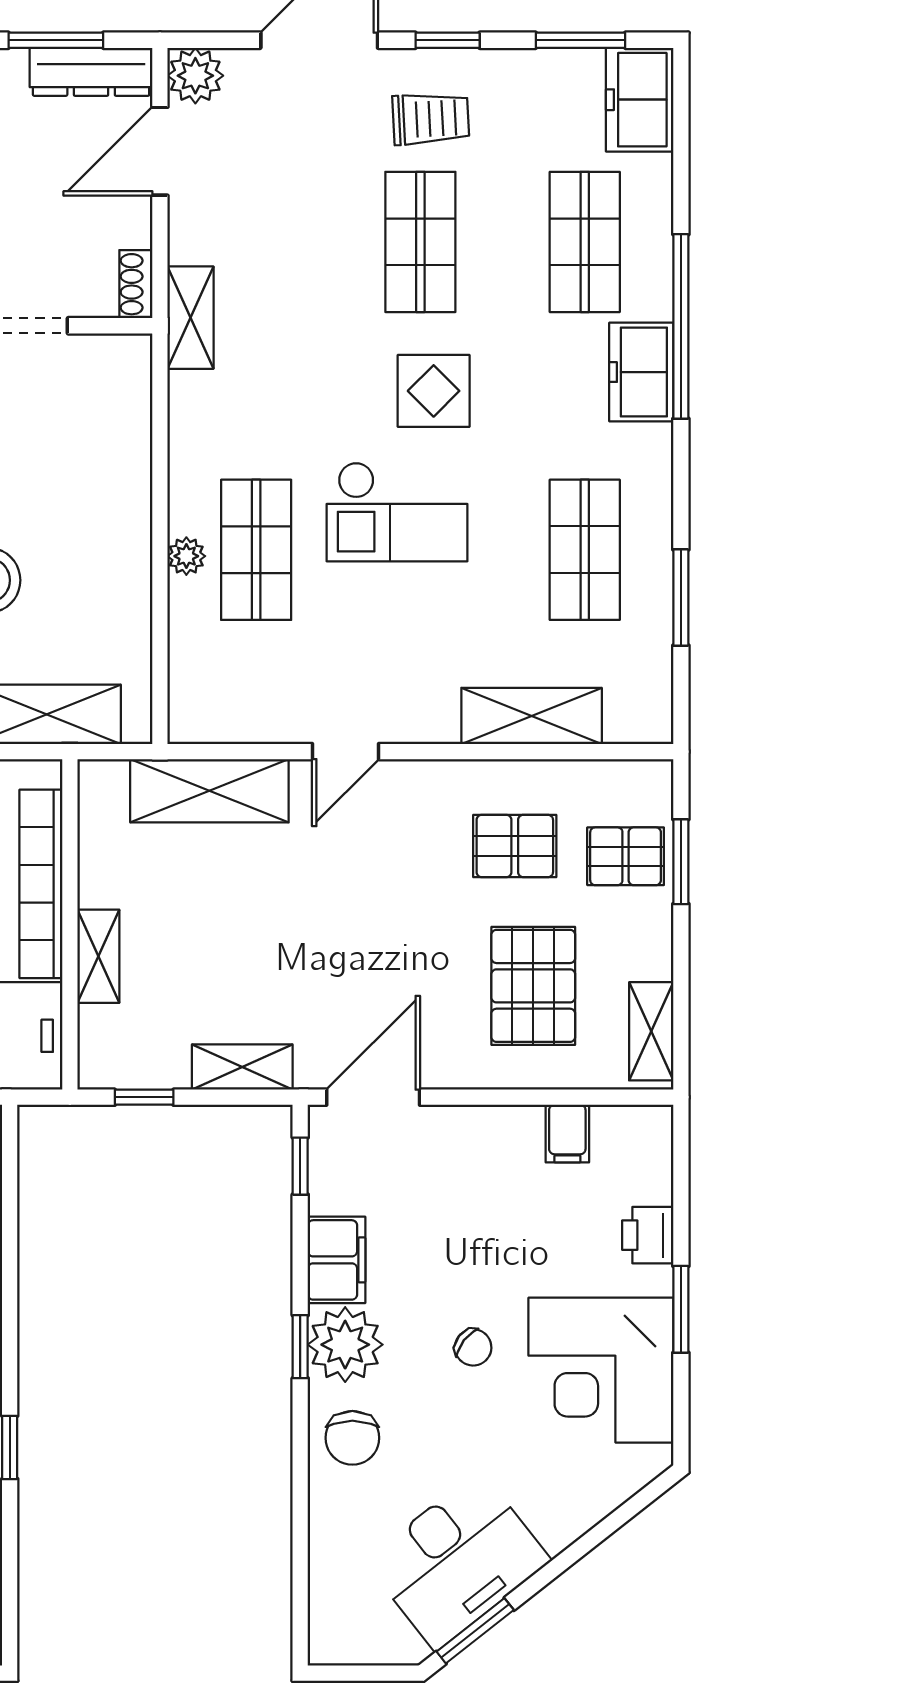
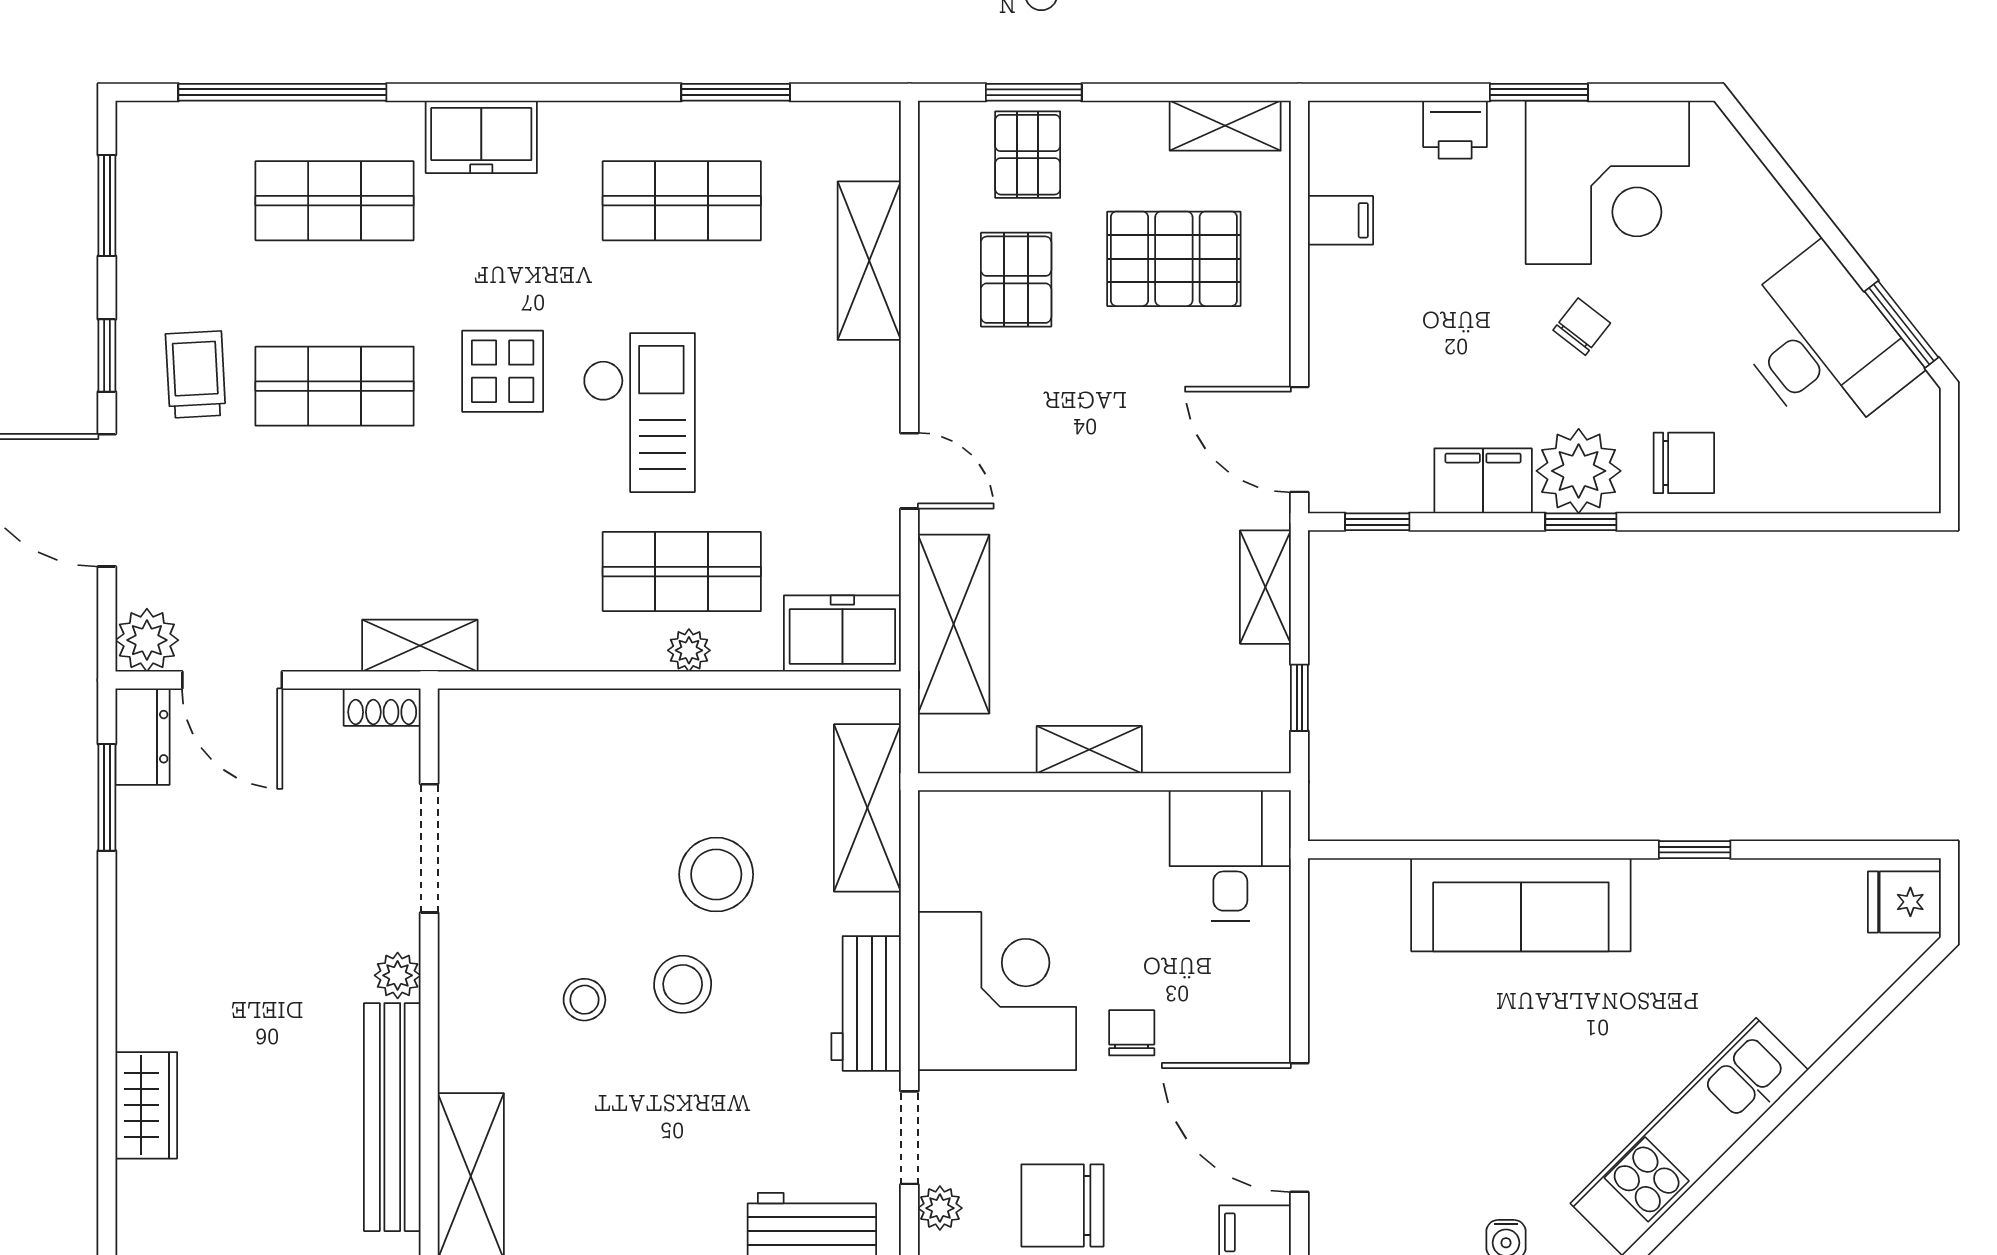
dresser: (91, 72) -> (143, 737), width x0.70
freezer: (640, 100) -> (842, 633), moved, turned 180
window: (681, 326) -> (282, 92), moved
bookcase: (41, 884) -> (1059, 814), removed
shelving: (98, 956) -> (1089, 750), moved

